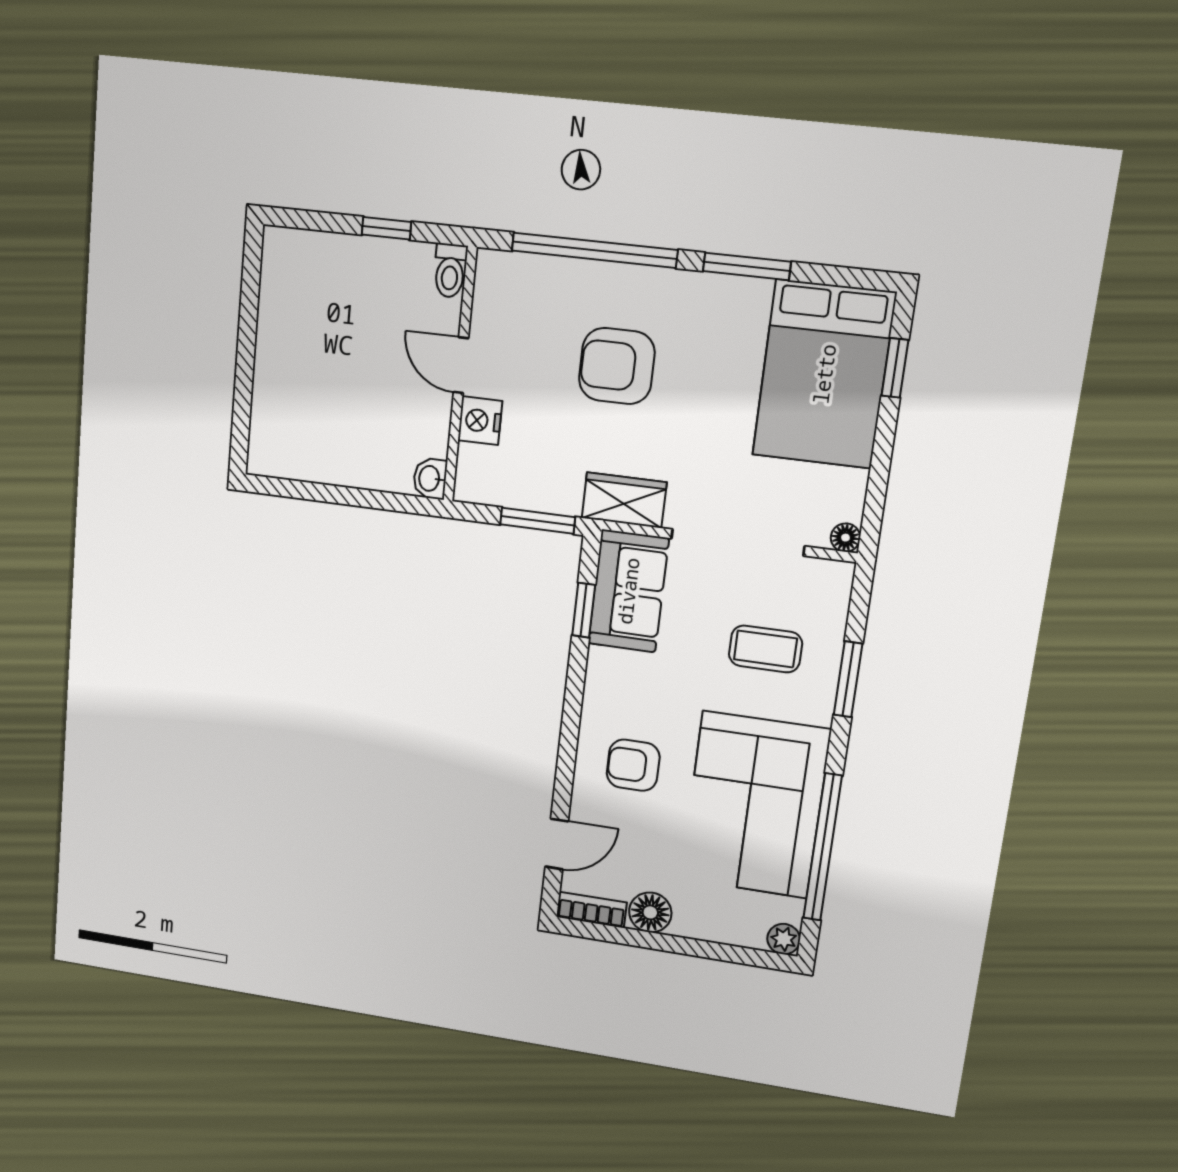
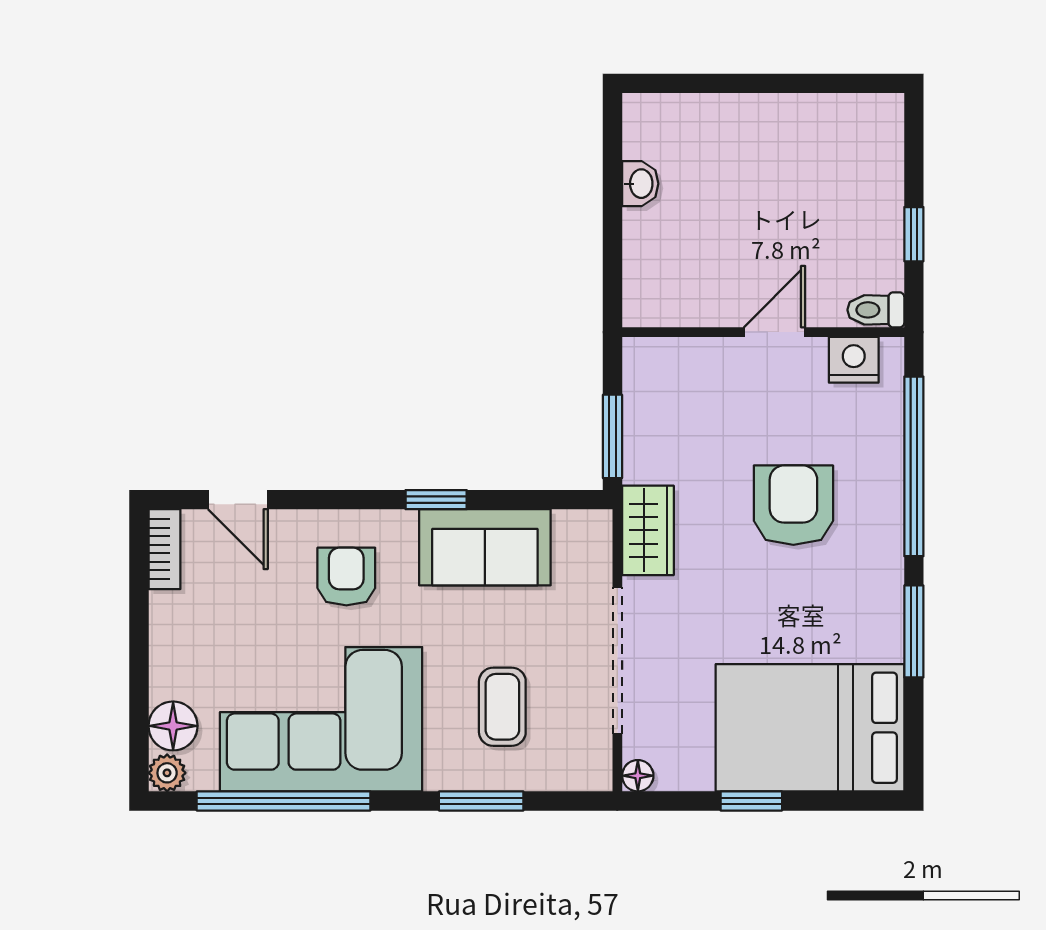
window: (895, 368) -> (751, 801), moved
nightstand: (480, 421) -> (854, 360), moved
washbasin: (430, 479) -> (640, 184), moved, turned 90
sofa: (628, 591) -> (485, 547), moved
window: (584, 610) -> (436, 500), moved
floor lamp: (650, 912) -> (173, 726), moved

